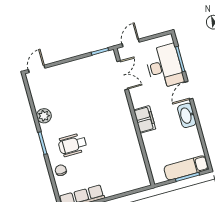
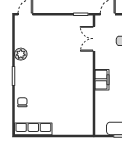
double door: (123, 75) -> (94, 39), swing flipped
wheelchair: (73, 145) -> (38, 84), removed

